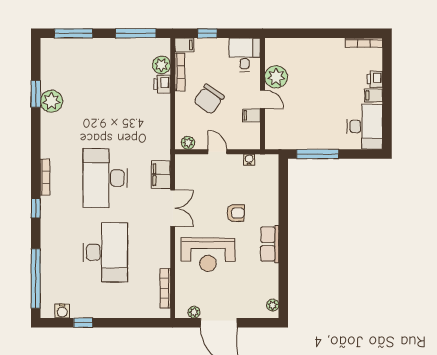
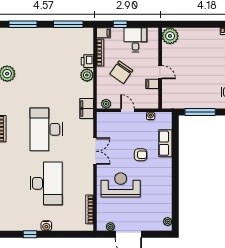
desk: (245, 55) -> (135, 40), moved
plant: (161, 65) -> (87, 75), moved
plant: (276, 77) -> (170, 36), moved
filing cabinet: (161, 175) -> (87, 108), moved
row of seats: (270, 244) -> (165, 143), moved
reception desk: (208, 255) -> (121, 185), turned 180
water cooler: (62, 311) -> (46, 226), moved

